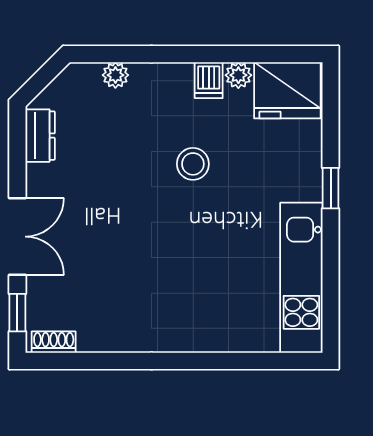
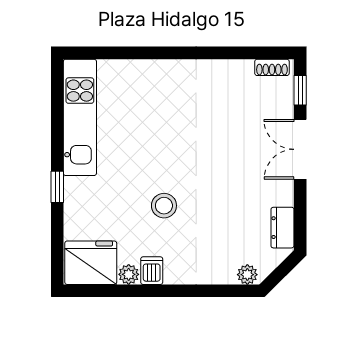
plant: (115, 75) -> (247, 275), moved

